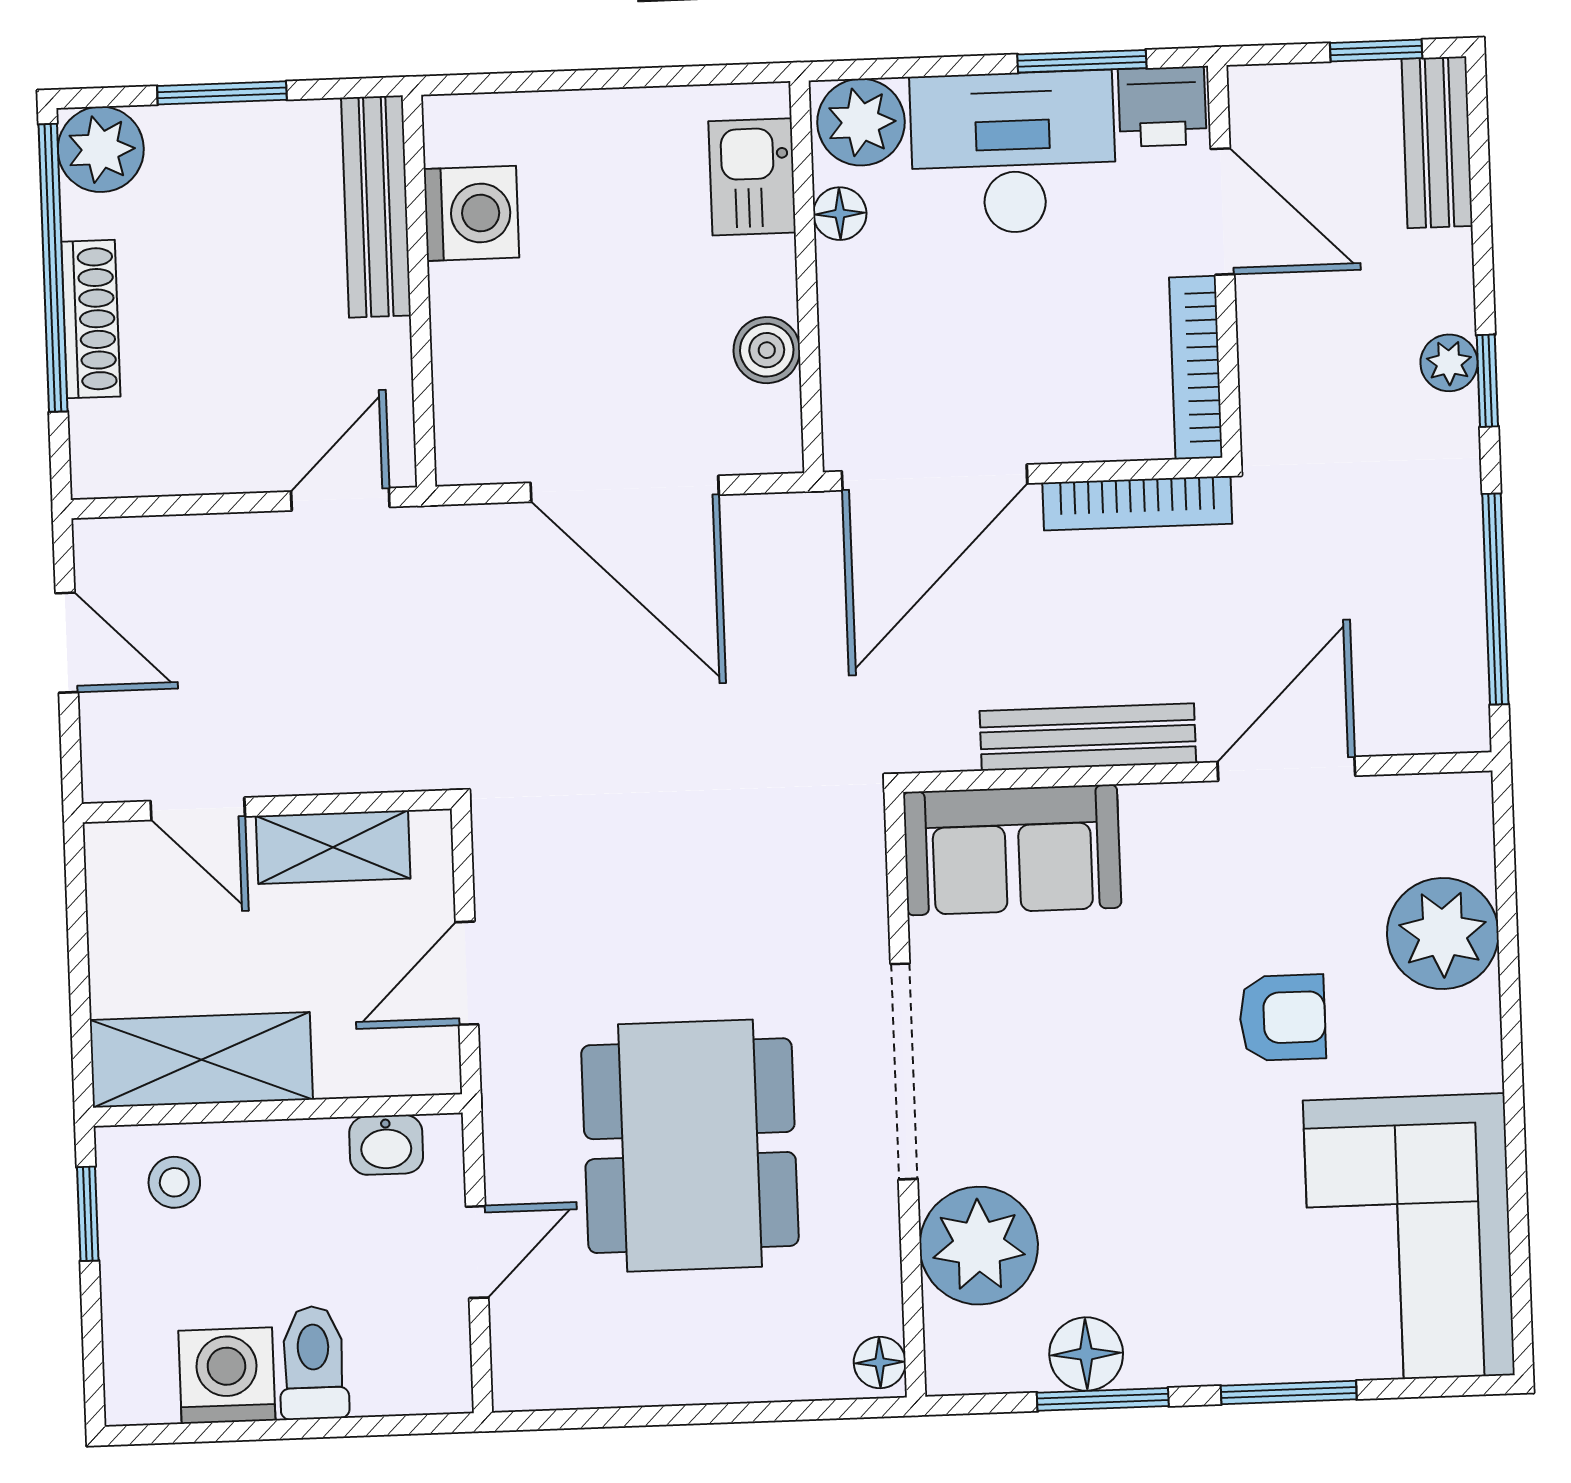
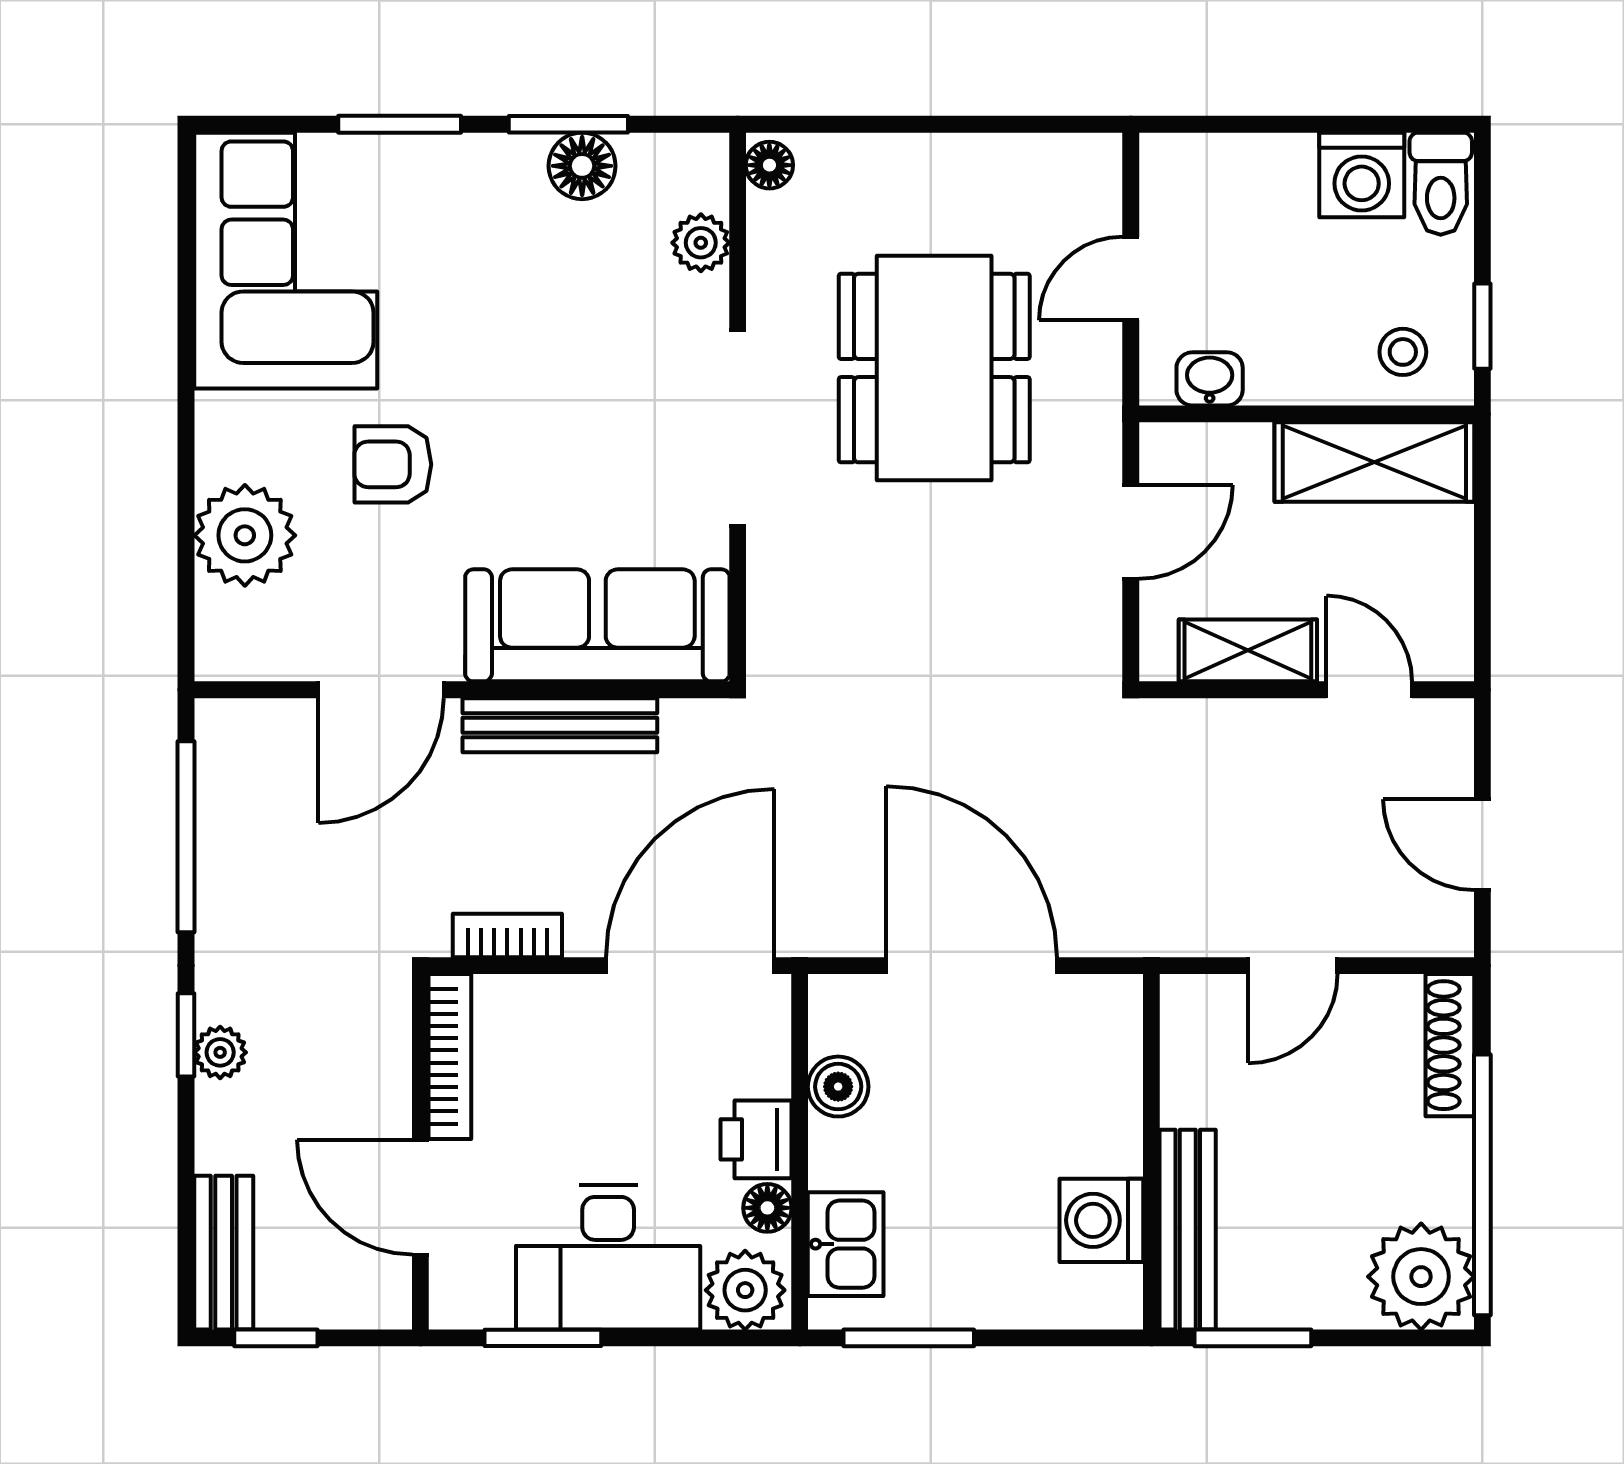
window: (679, 76) -> (909, 1338), added
window: (222, 93) -> (1253, 1338), moved
printer: (1162, 107) -> (756, 1139), moved, turned -90
plant: (101, 149) -> (1421, 1277), width x1.36, depth x1.36
shoe rack: (91, 319) -> (1450, 1045), moved
door: (340, 499) -> (1293, 966), moved
bookcase: (1137, 503) -> (507, 935), width x0.64
sofa: (1012, 850) -> (597, 625), width x1.36
plant: (979, 1246) -> (701, 243), width x0.53, depth x0.53
toilet: (314, 1363) -> (1441, 184), moved

